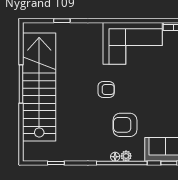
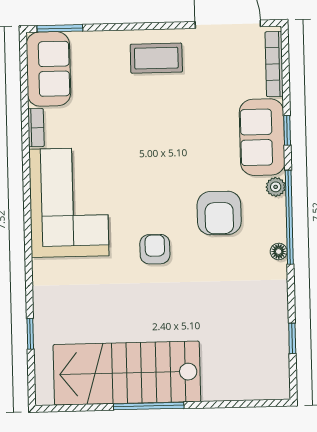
stairs: (39, 87) -> (127, 373), width x0.73
plant: (126, 156) -> (276, 187), moved
floor lamp: (115, 157) -> (279, 252), moved

